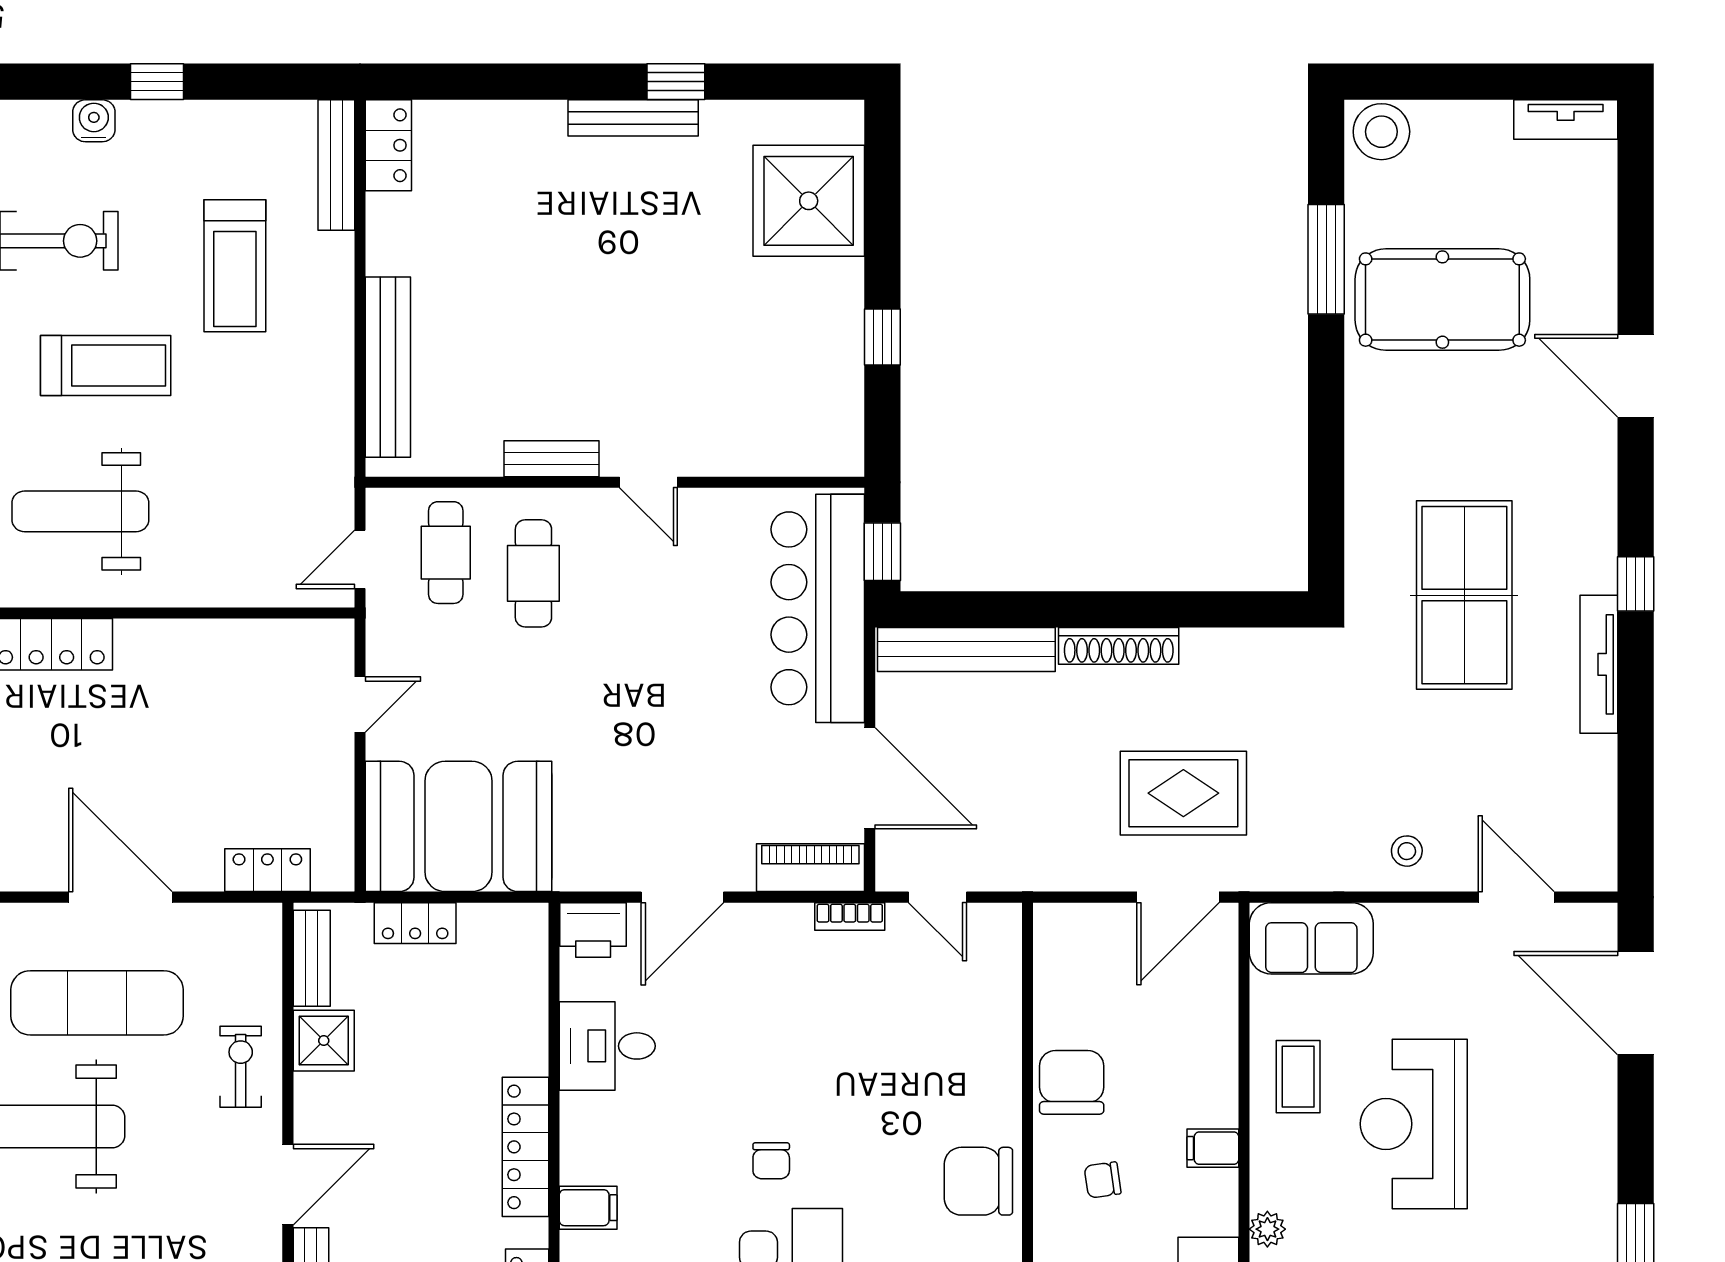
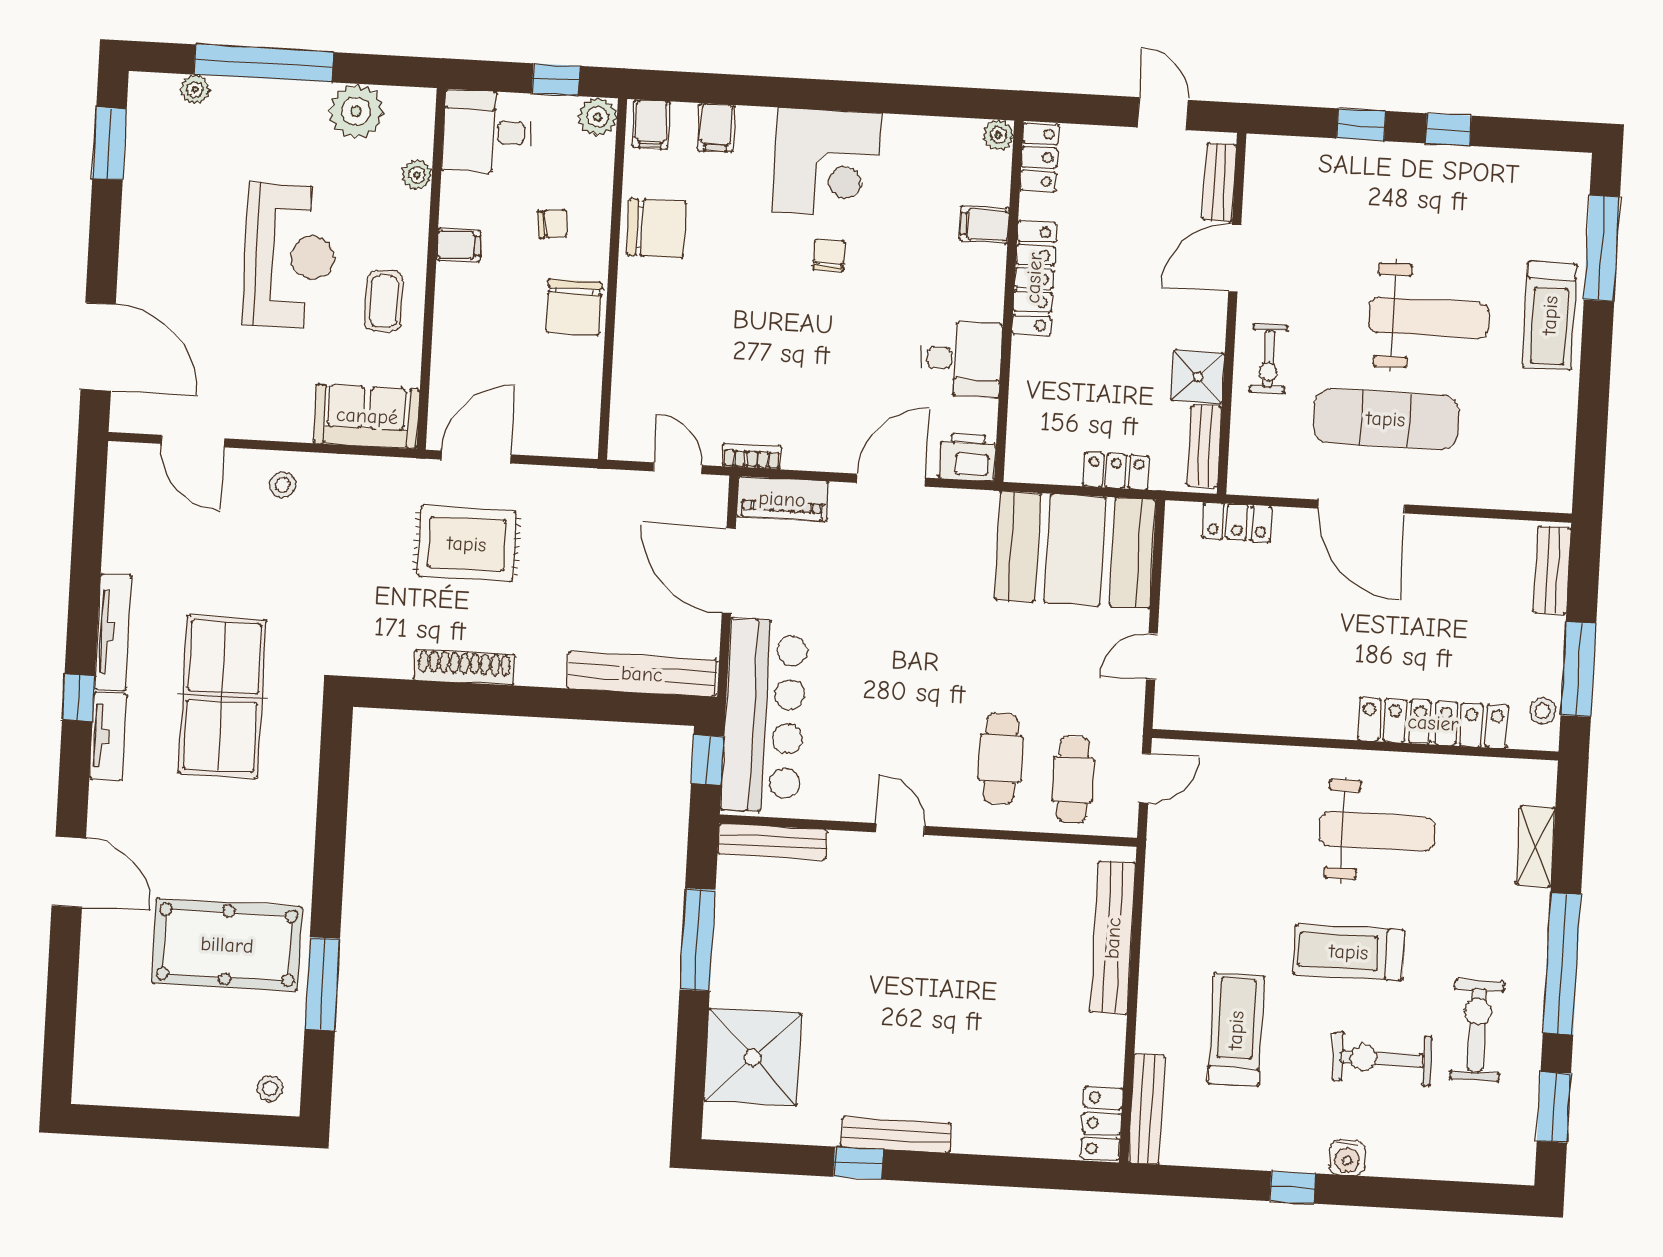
tv unit: (1566, 119) -> (108, 736), moved, turned 90
stool: (1381, 132) -> (270, 1088), width x0.53, depth x0.53
window: (882, 337) -> (697, 940), width x2.17
bench: (552, 459) -> (772, 842), moved, width x1.36
shoe rack: (1119, 646) -> (464, 667), moved

